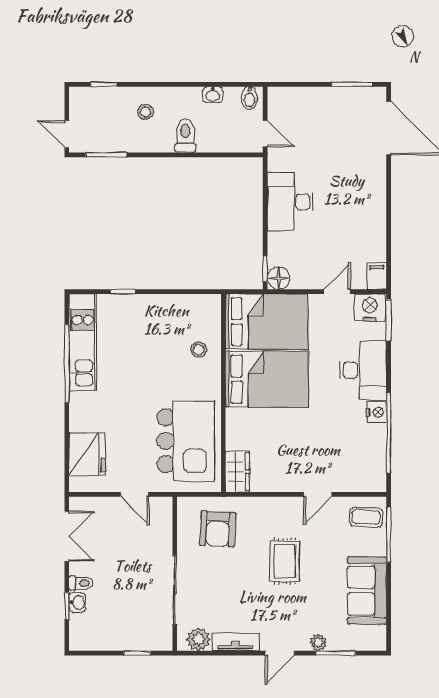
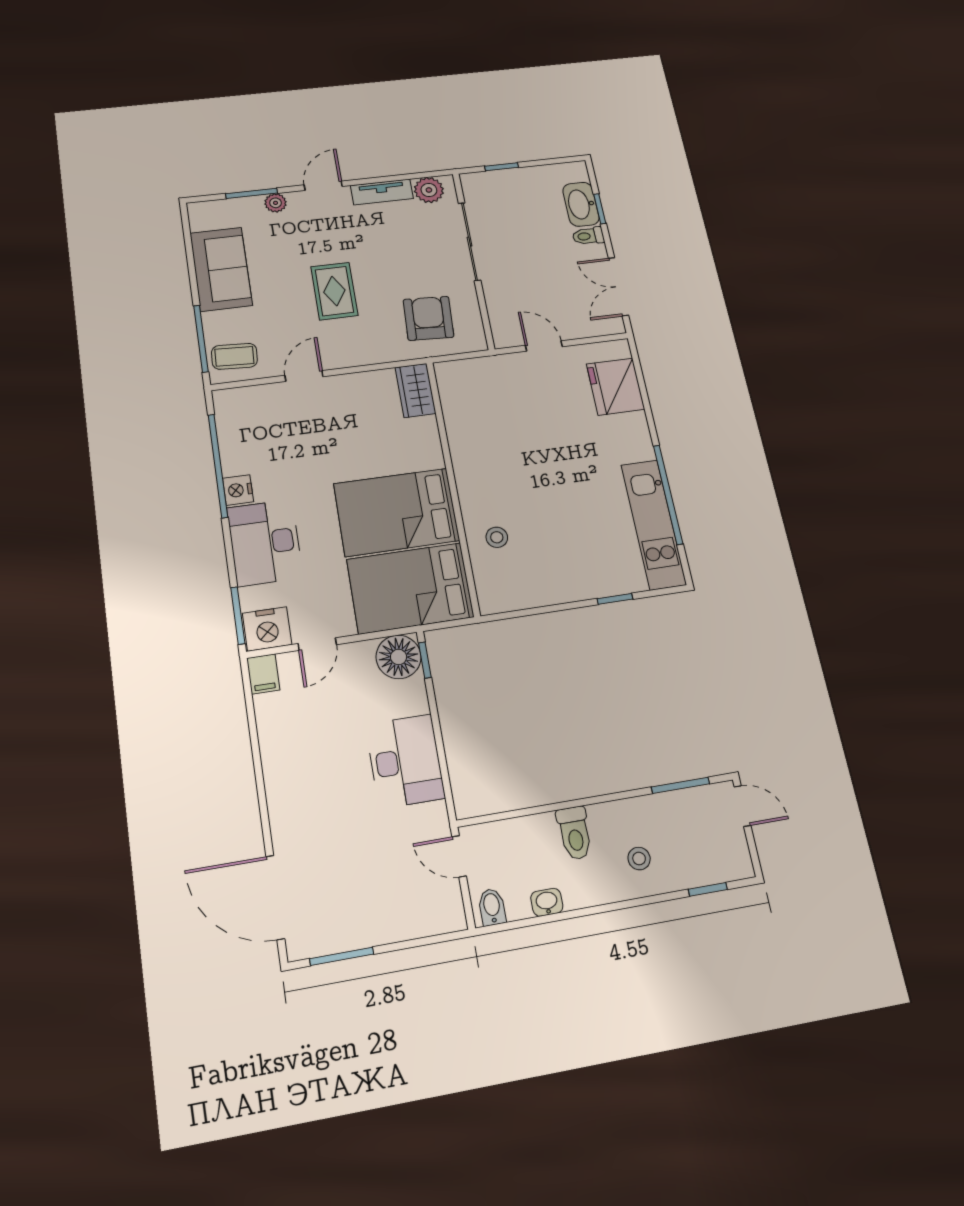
floor lamp: (279, 278) -> (399, 657), width x1.38, depth x1.38
kitchen island: (186, 441) -> (491, 419), removed
washbasin: (77, 602) -> (581, 204), width x1.91, depth x1.45

